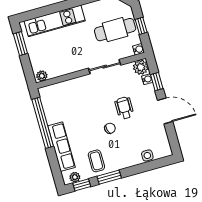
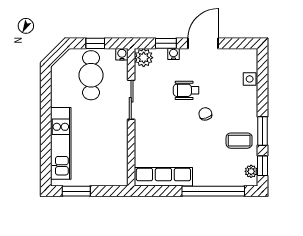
plant: (42, 76) -> (121, 177), removed
water cooler: (147, 79) -> (173, 54), moved
window: (43, 123) -> (213, 191), moved
row of seats: (62, 147) -> (163, 177), moved

